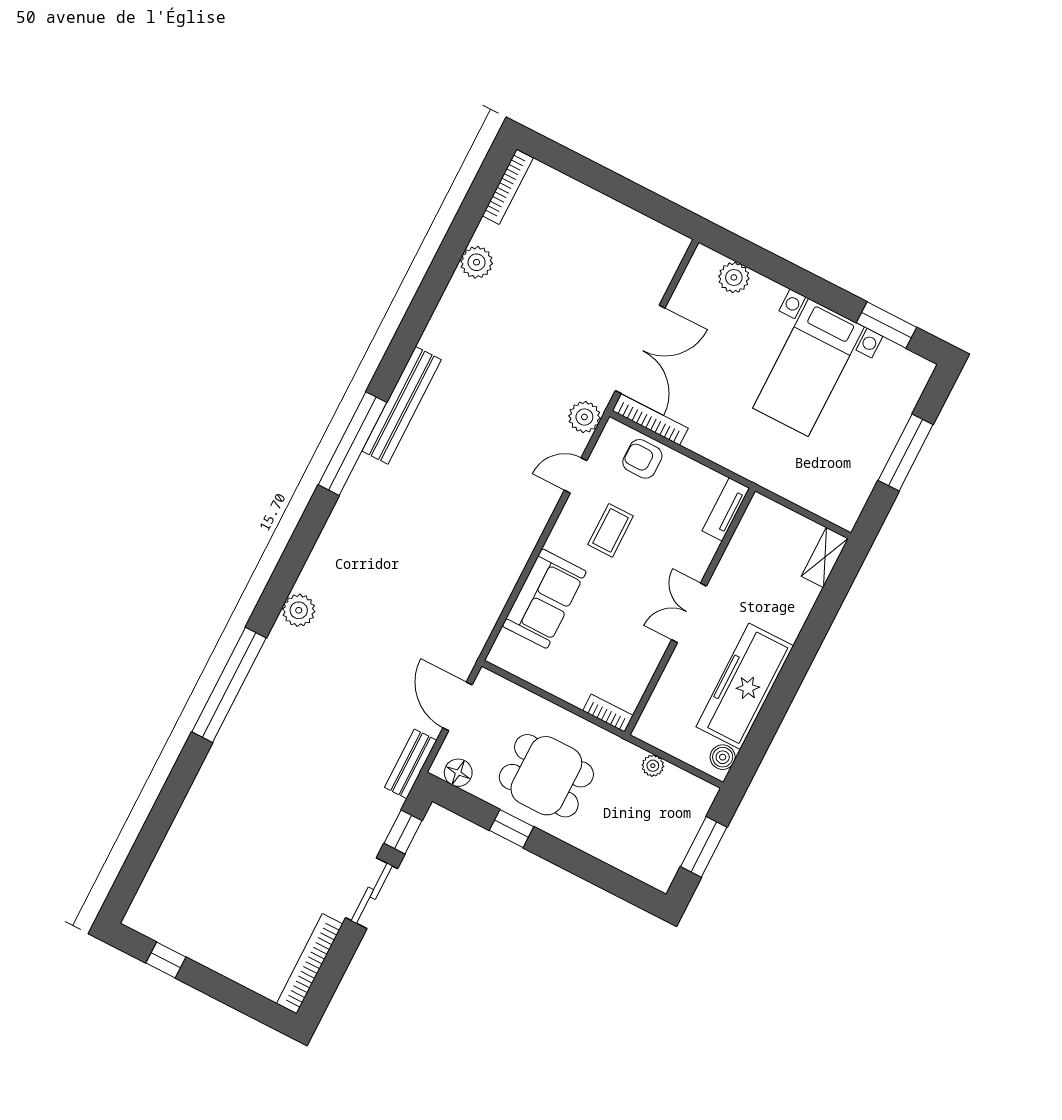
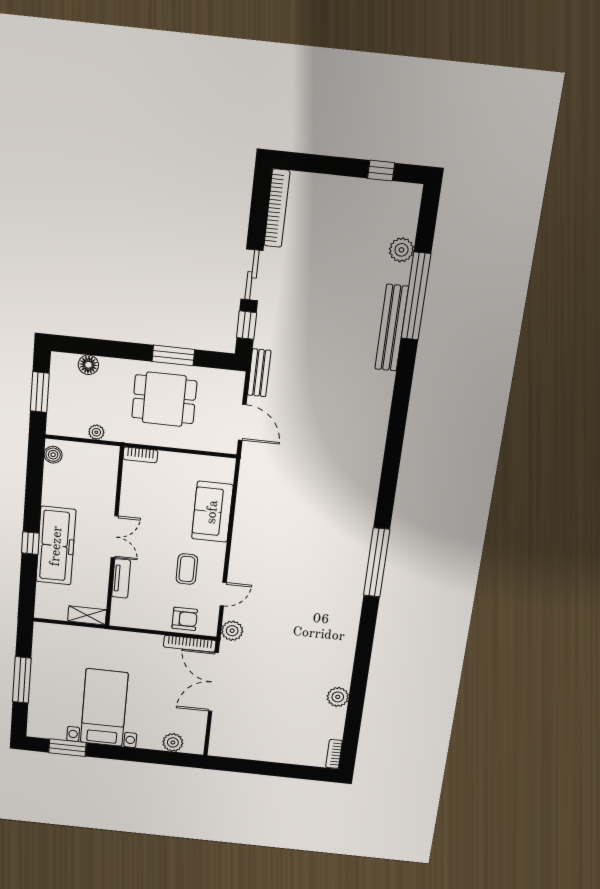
bookcase: (508, 187) -> (334, 754), width x0.64
bench: (402, 405) -> (392, 328), moved
tv unit: (726, 509) -> (121, 578), moved
shelving: (825, 557) -> (87, 615), moved, turned 90
plant: (299, 610) -> (401, 250), moved
window: (806, 647) -> (30, 543), added
window: (229, 685) -> (416, 296), moved
freezer: (745, 686) -> (56, 546), moved
floor lamp: (458, 773) -> (88, 365), moved
window: (512, 829) -> (173, 355), width x1.50

